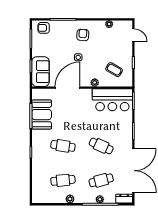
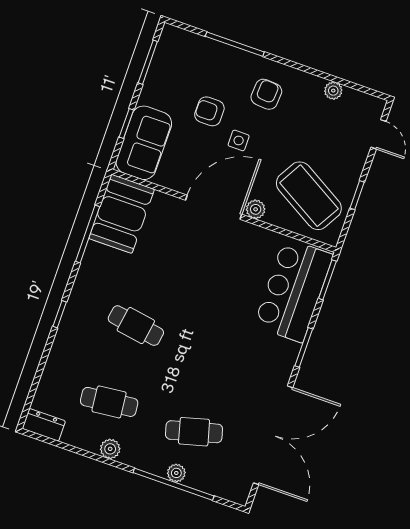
armchair: (44, 28) -> (209, 111), moved
coffee table: (114, 70) -> (309, 196), width x1.86, depth x1.72
door: (67, 88) -> (214, 207), moved
bar counter: (112, 100) -> (294, 290), moved, turned 90
booth: (42, 115) -> (122, 214), moved
cafe table: (101, 146) -> (221, 355), removed
dresser: (124, 199) -> (44, 425), moved

